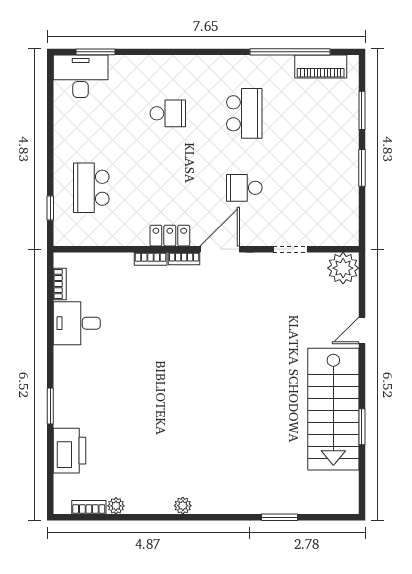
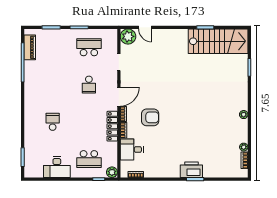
desk: (81, 76) -> (57, 167), moved, turned -90
school desk: (244, 113) -> (89, 47), moved
plant: (64, 235) -> (112, 172), added
locker: (170, 236) -> (112, 126), width x1.53
door: (220, 249) -> (119, 97), swing flipped
armchair: (177, 313) -> (150, 117), added
desk: (77, 323) -> (132, 150), moved, turned 90
door: (362, 330) -> (145, 27), moved
stairs: (333, 409) -> (218, 41), moved
printer: (70, 451) -> (191, 170), moved

